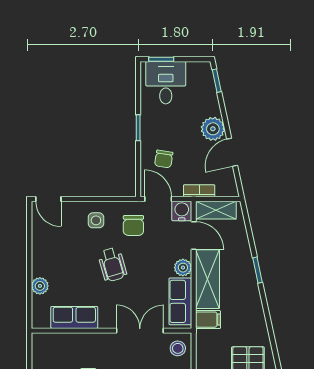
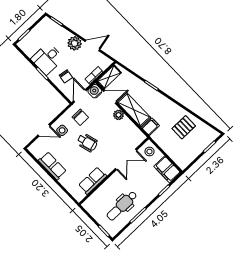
desk: (166, 83) -> (47, 59), moved, turned -90
door: (232, 152) -> (92, 46), swing flipped
door: (48, 199) -> (44, 130), moved
door: (158, 199) -> (80, 96), hinge flipped
plant: (40, 286) -> (65, 181), removed
row of seats: (180, 301) -> (52, 166), moved, turned 180
double door: (140, 331) -> (126, 159), swing flipped

